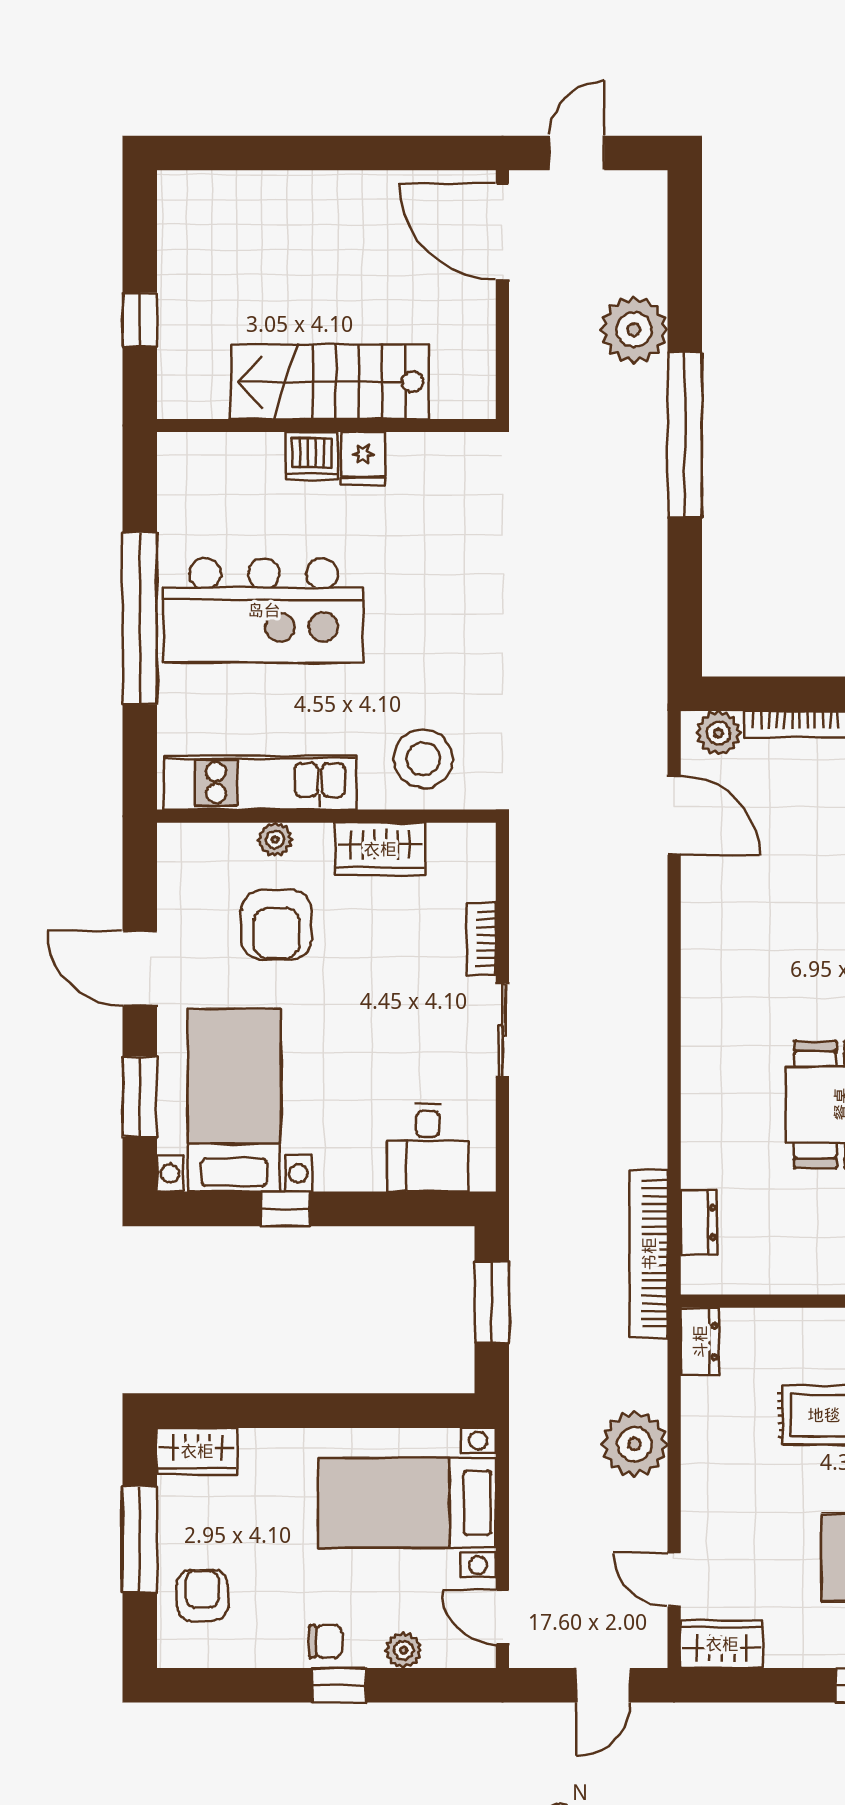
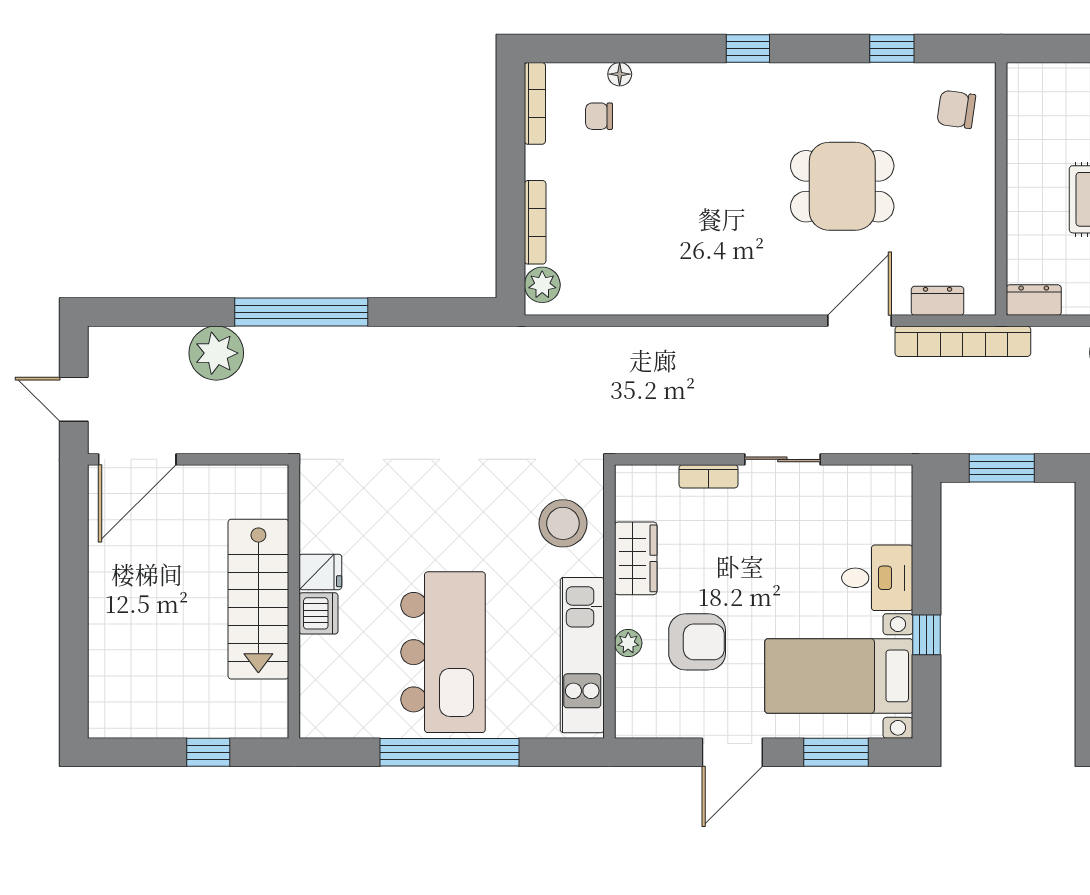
door: (674, 815) -> (860, 321), moved
desk: (428, 1148) -> (877, 578), moved

